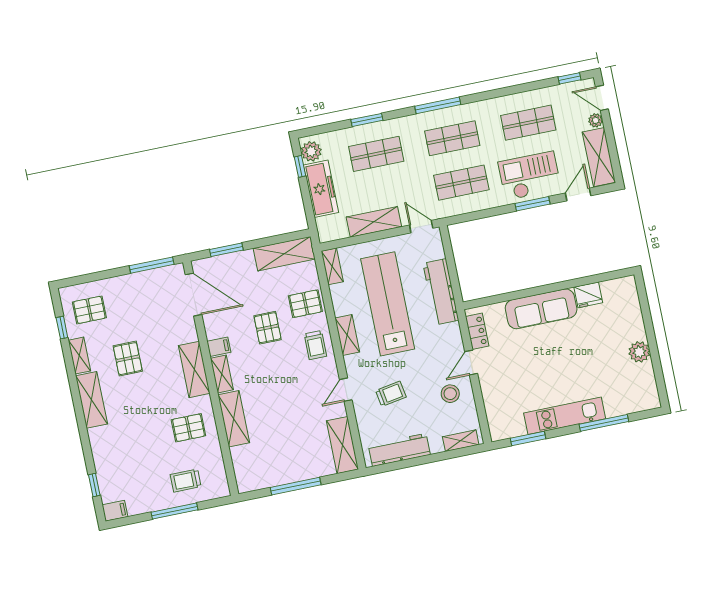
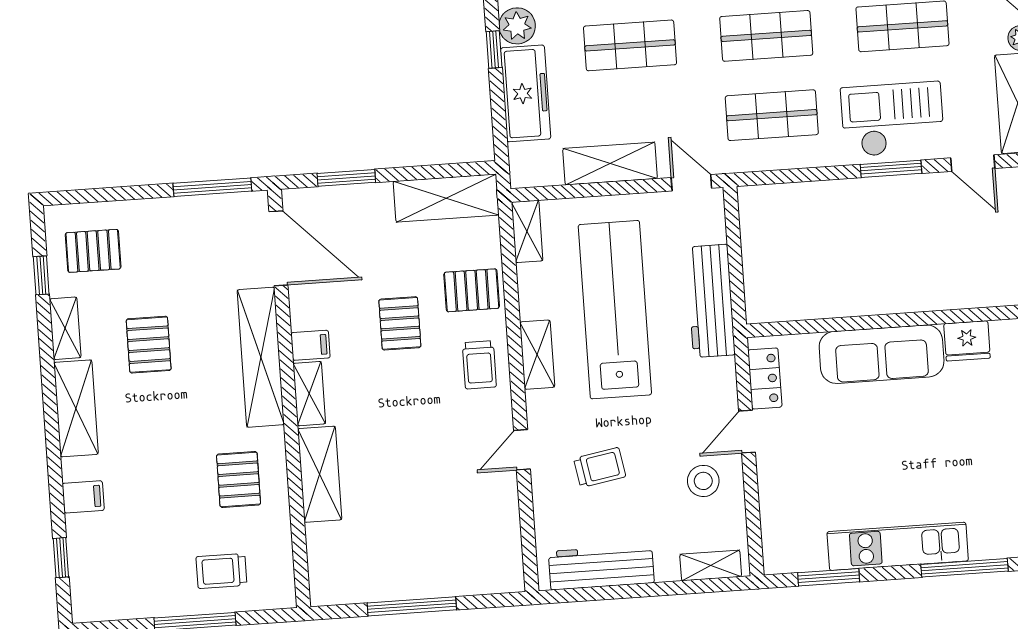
door: (578, 194) -> (973, 163), swing flipped
shelving: (194, 369) -> (261, 357), width x1.47
pallet: (188, 428) -> (239, 479), turned 90
shelving: (342, 445) -> (503, 546), removed
filing cabinet: (115, 511) -> (83, 497), moved

